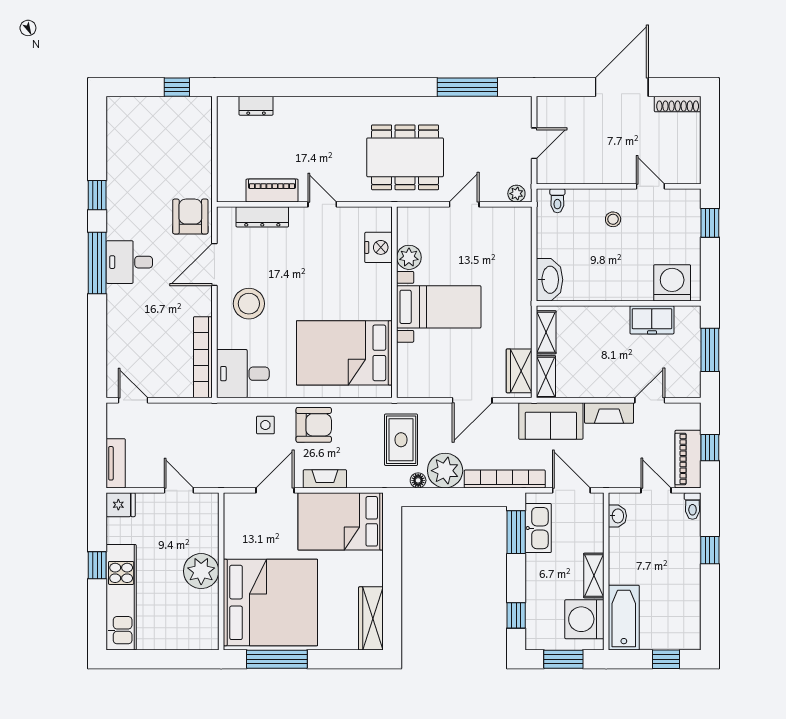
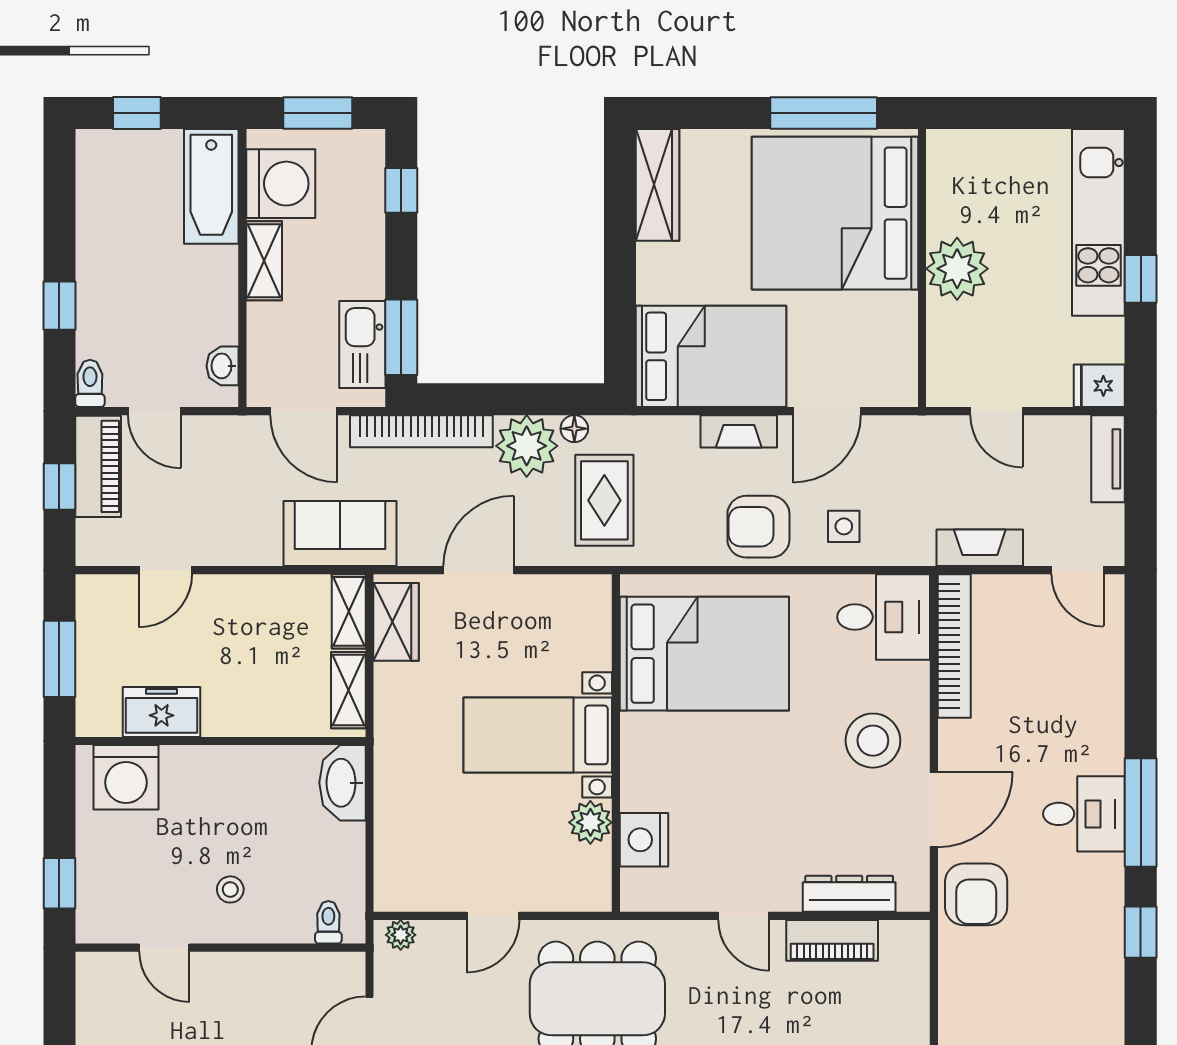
fireplace: (609, 413) -> (980, 548), moved

